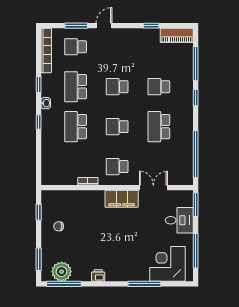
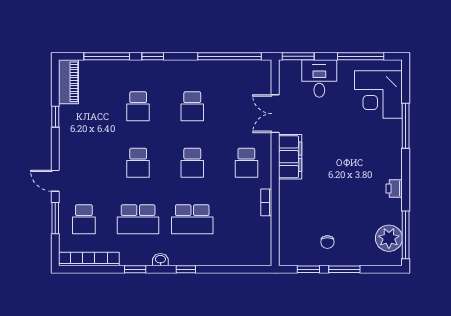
school desk: (159, 127) -> (192, 106), width x0.54
window: (39, 259) -> (344, 269), moved

